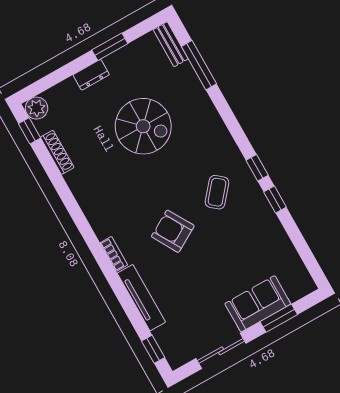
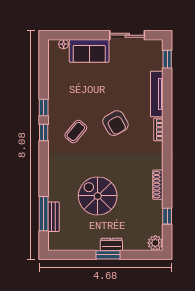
bench: (171, 44) -> (53, 217), moved
window: (110, 47) -> (108, 255), moved
window: (30, 131) -> (167, 216), moved
shoe rack: (57, 152) -> (158, 185), moved
floor lamp: (295, 294) -> (64, 44), added
window: (279, 318) -> (82, 35), removed

